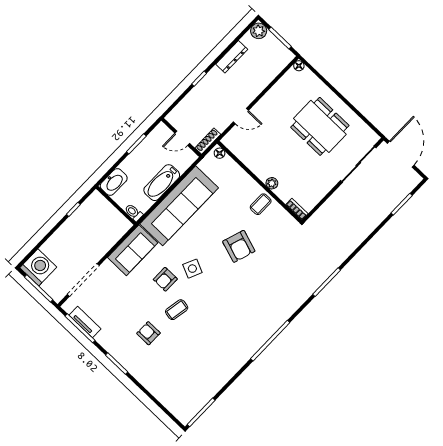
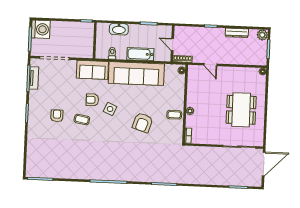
wall: (116, 205) -> (95, 40), moved

